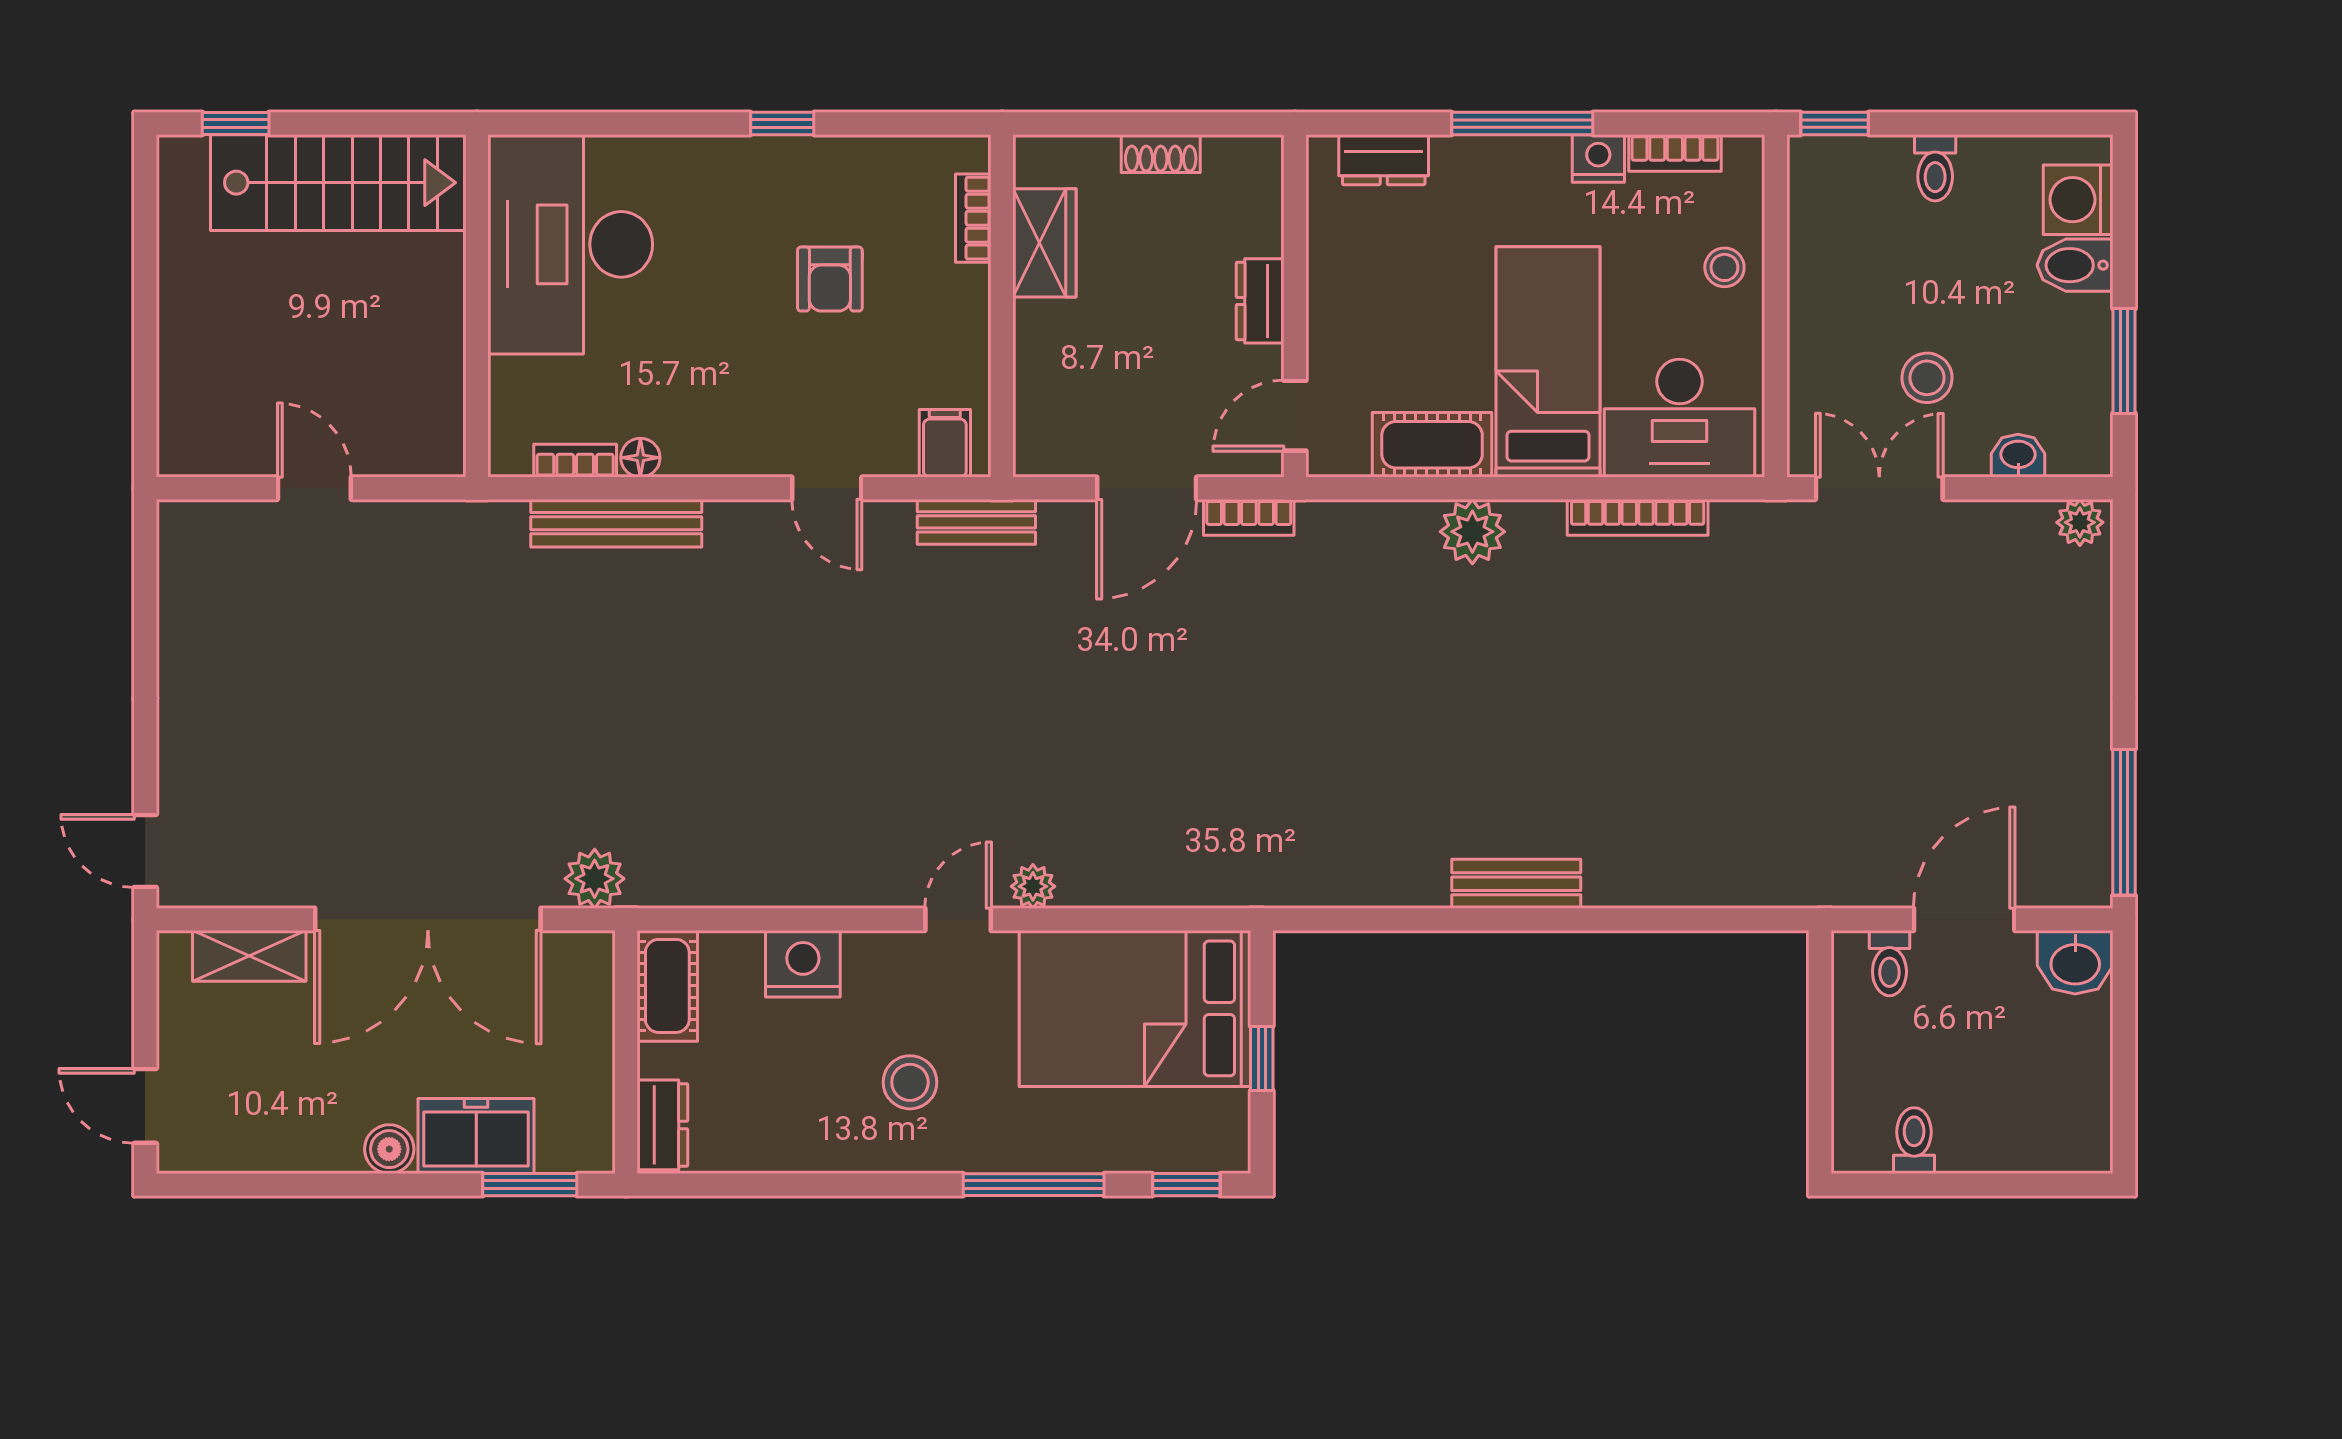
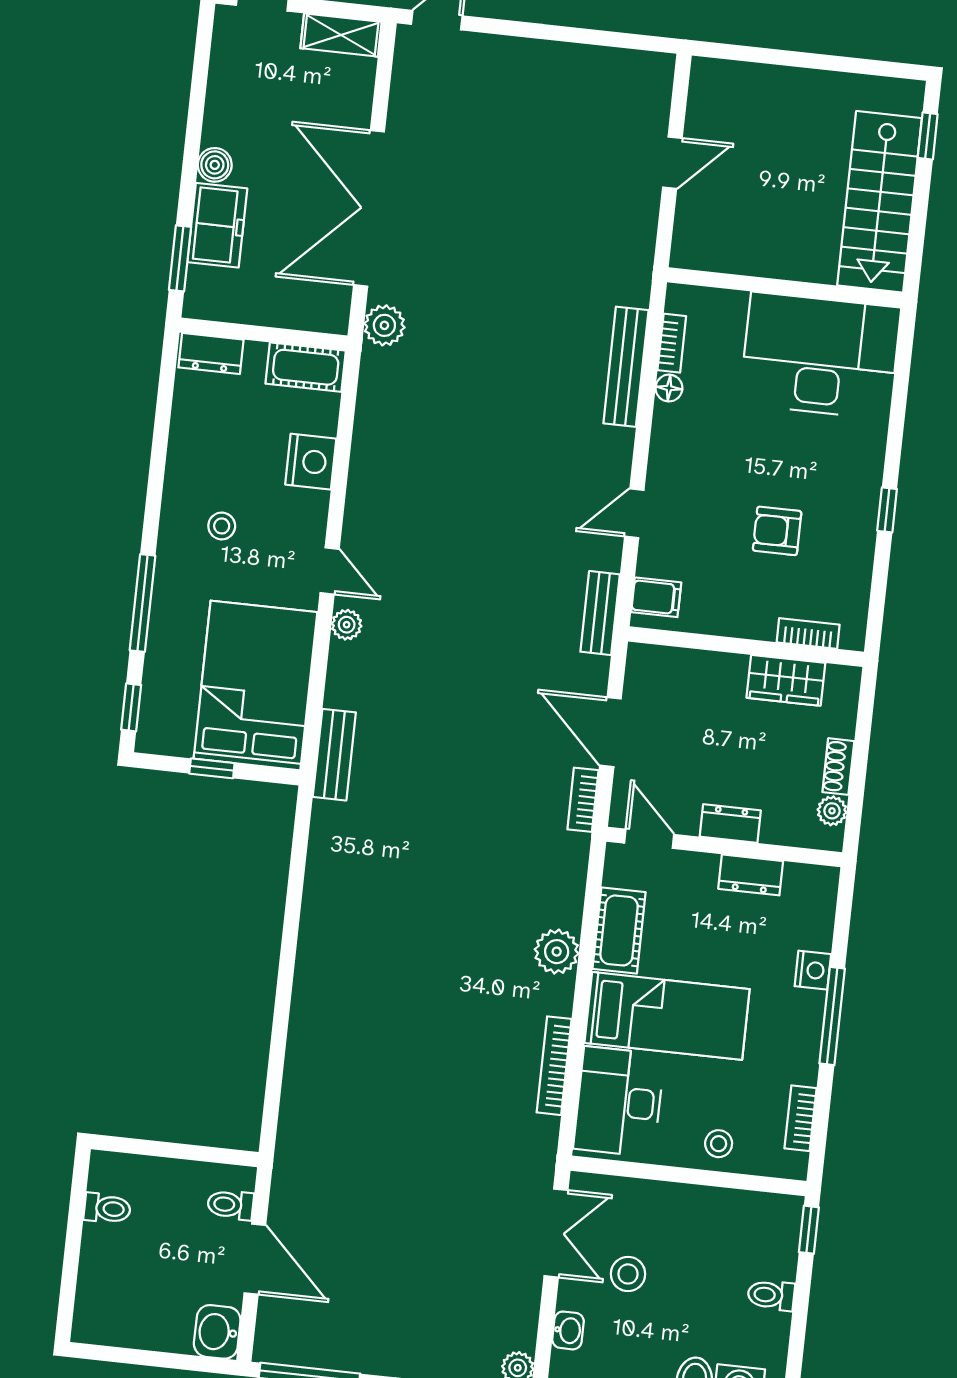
plant: (1226, 156) -> (832, 811), added
nightstand: (1598, 158) -> (813, 970), moved
dresser: (1384, 160) -> (751, 875), moved, turned -90
bench: (1516, 884) -> (334, 755), moved
shelving: (249, 956) -> (341, 35), moved, turned 90
stool: (910, 1082) -> (222, 526), width x0.73, depth x0.73

